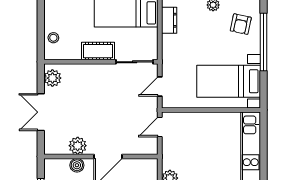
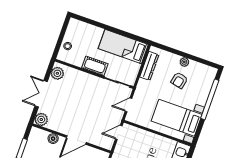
dresser: (169, 20) -> (149, 66), width x1.44
armchair: (241, 24) -> (179, 80), moved
plant: (78, 146) -> (41, 119), moved

